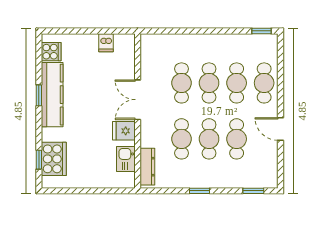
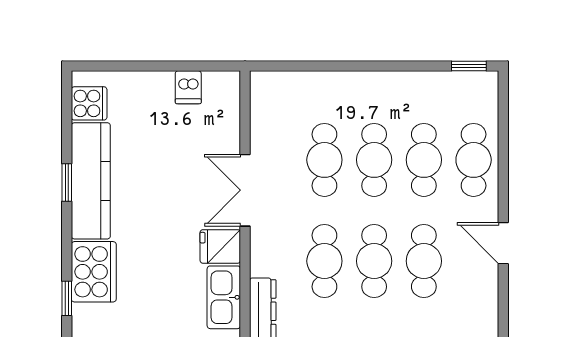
cooker: (54, 159) -> (94, 272), moved
kitchen sink: (126, 159) -> (224, 297), width x1.38

